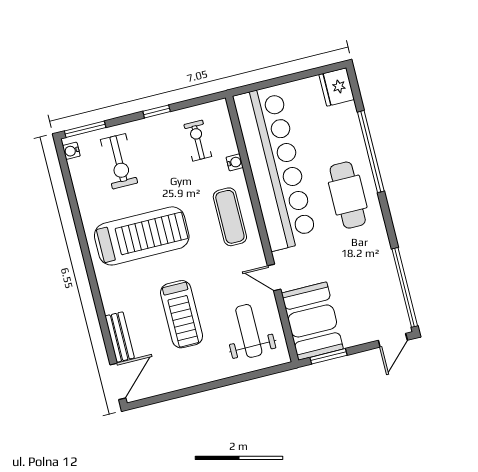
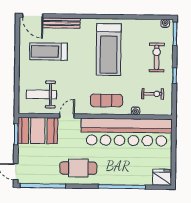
exercise bike: (119, 161) -> (157, 57), moved, turned 90
cafe table: (348, 195) -> (78, 168), moved
treadmill: (182, 314) -> (49, 51), moved
weight bench: (249, 331) -> (41, 94), turned 180
bench: (120, 337) -> (62, 23), width x1.36

